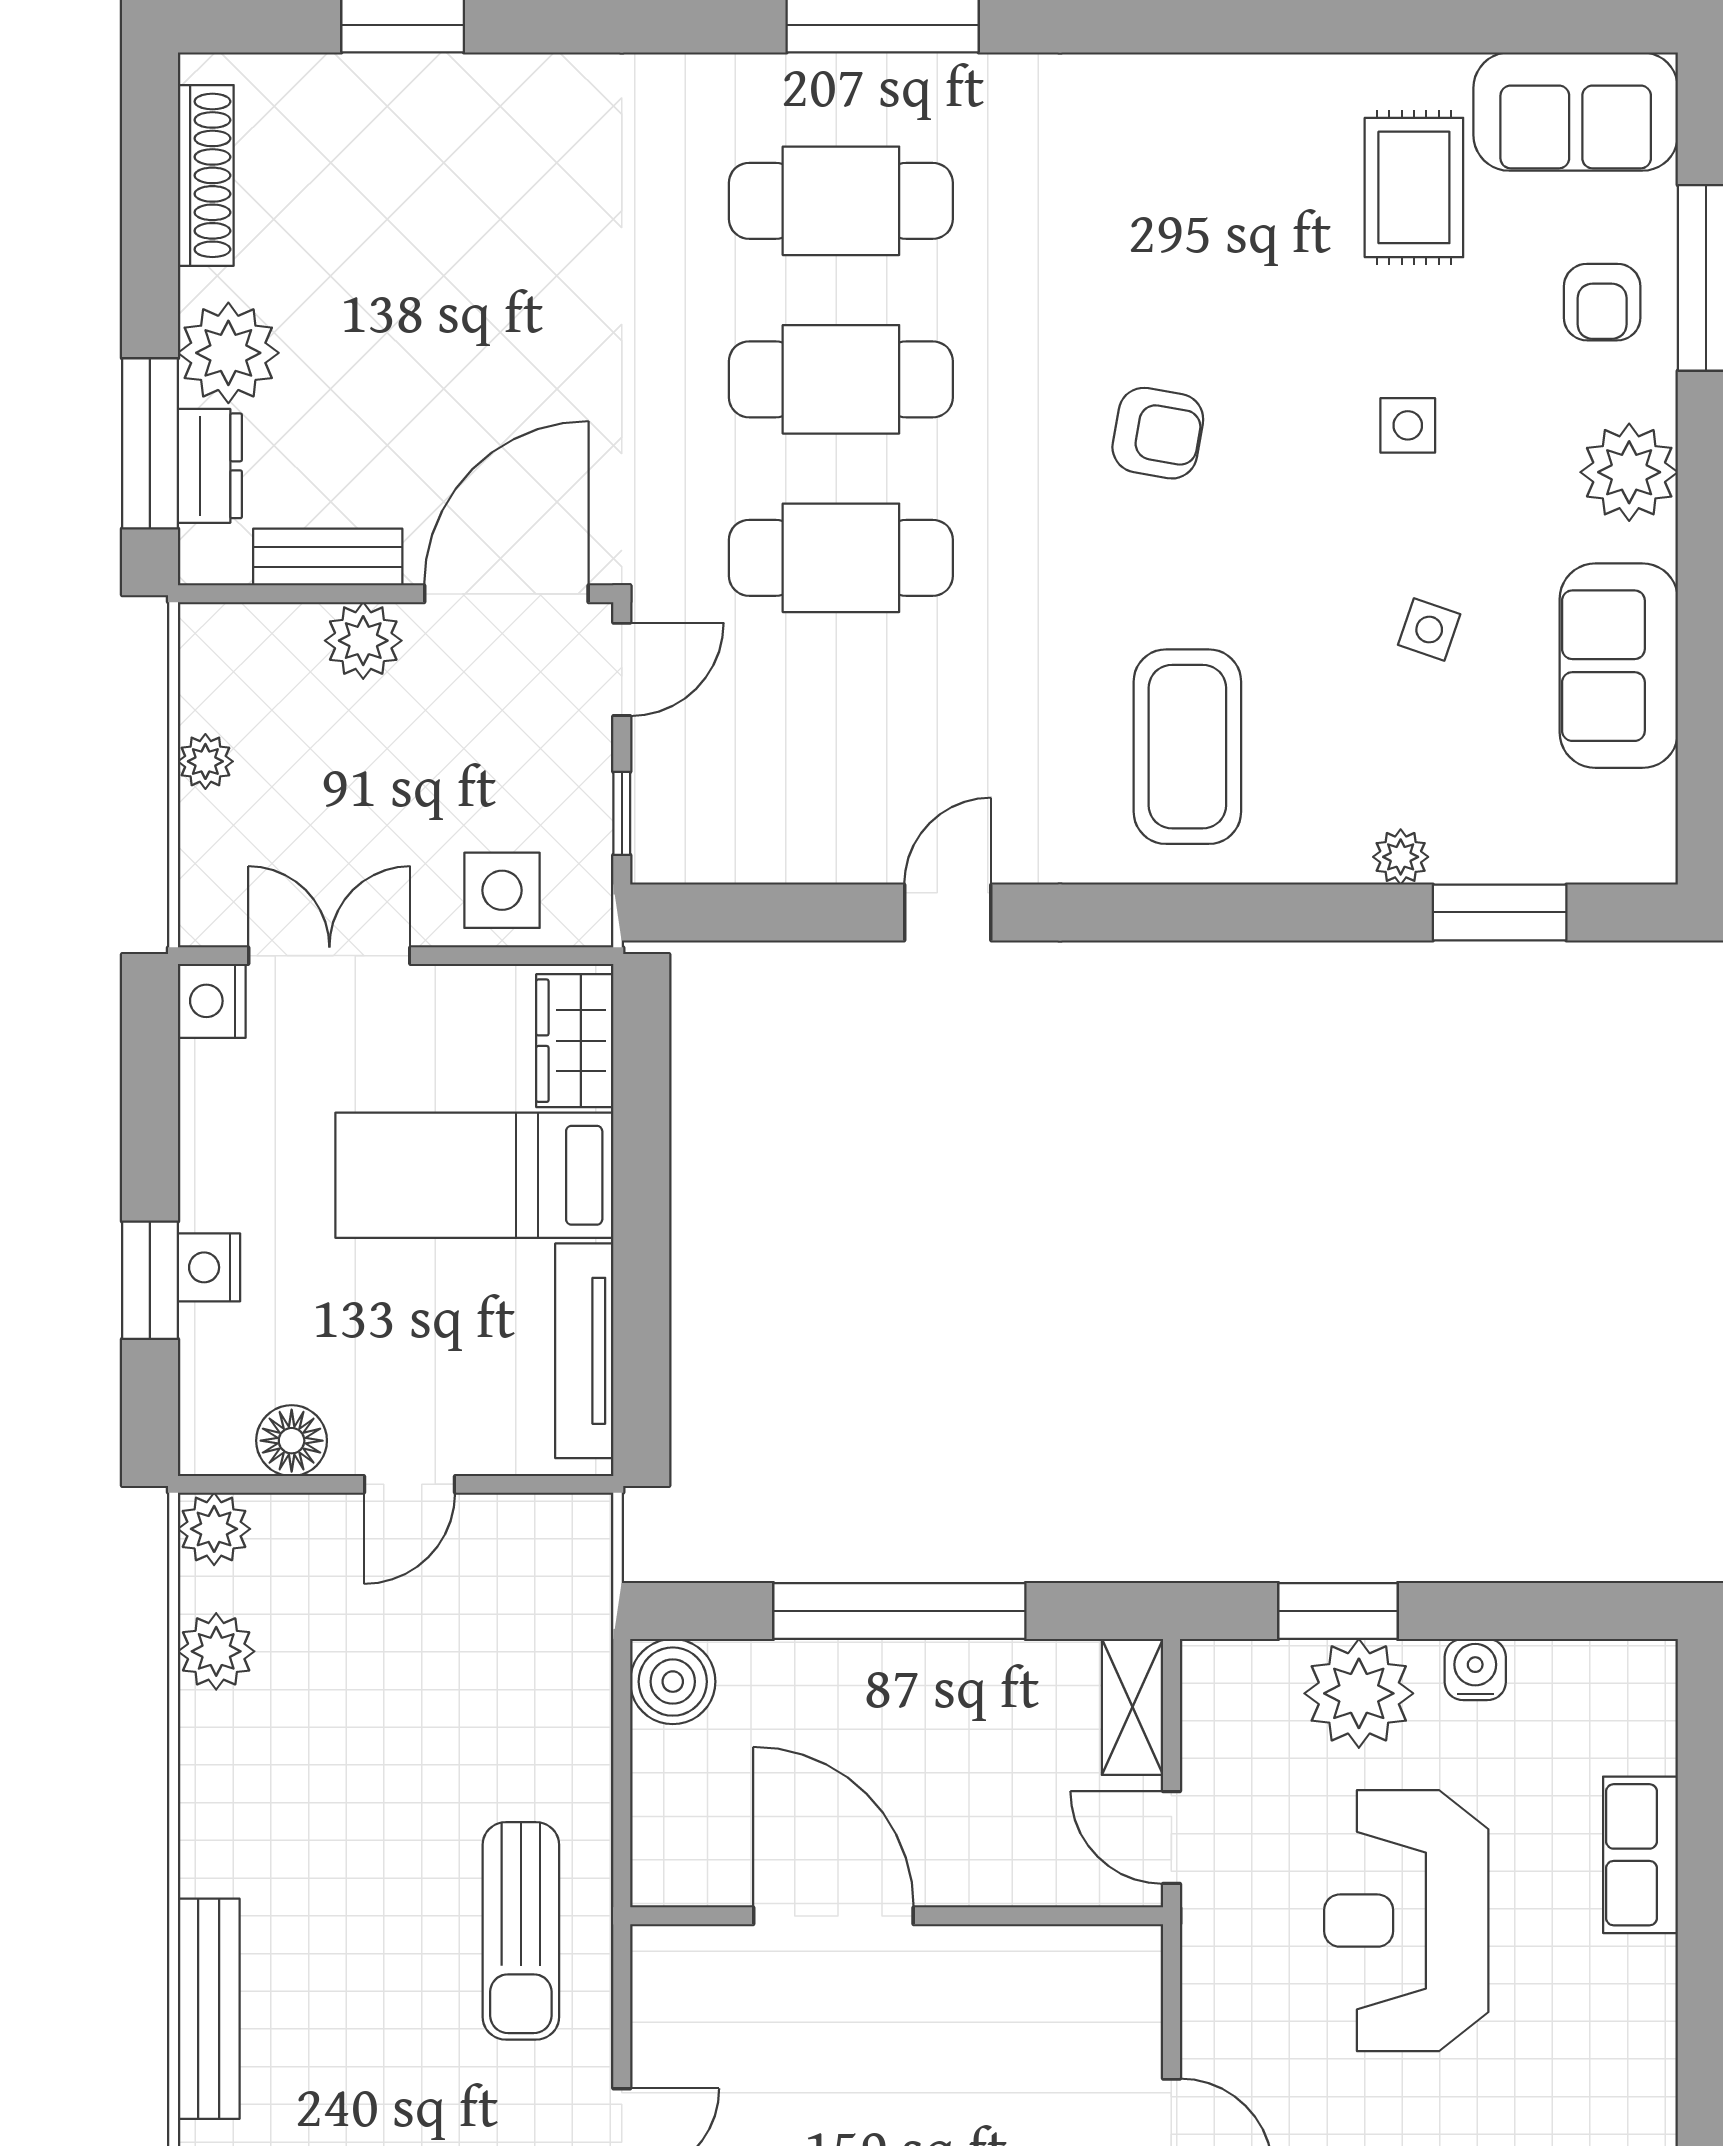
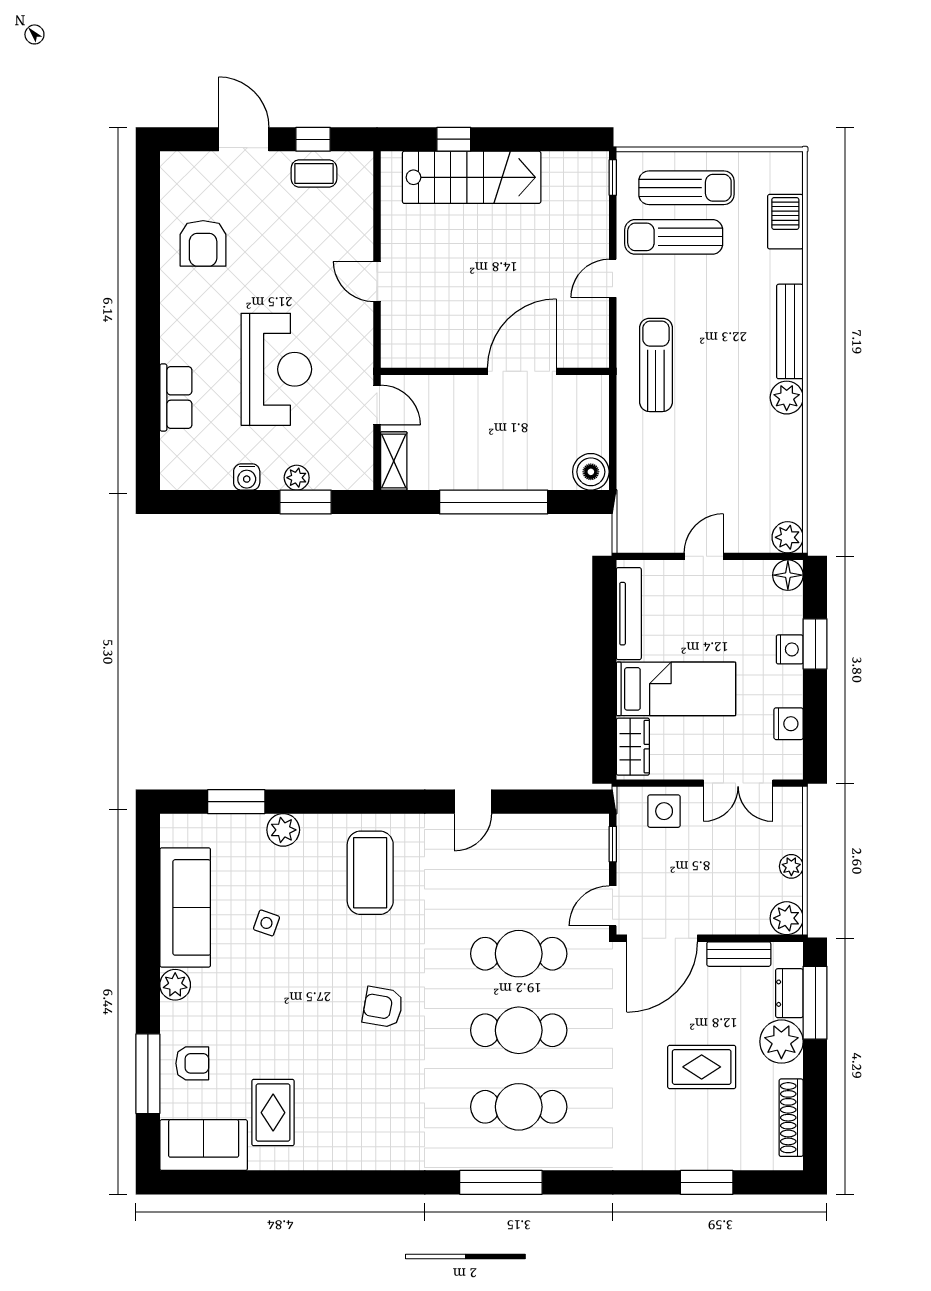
rug: (414, 294) -> (702, 1067), added
armchair: (1602, 302) -> (192, 1063), turned 90
side table: (1408, 425) -> (276, 1010), removed
plant: (1629, 472) -> (175, 985), width x0.73, depth x0.73
plant: (363, 641) -> (787, 918), moved
sofa: (1619, 666) -> (185, 907), width x1.36
plant: (1401, 857) -> (283, 830), width x1.38, depth x1.38
nightstand: (212, 1001) -> (789, 724), moved
floor lamp: (292, 1441) -> (788, 575), moved
plant: (216, 1651) -> (787, 398), moved
plant: (1359, 1693) -> (297, 478), width x0.53, depth x0.53
door: (833, 1916) -> (522, 371), swing flipped

